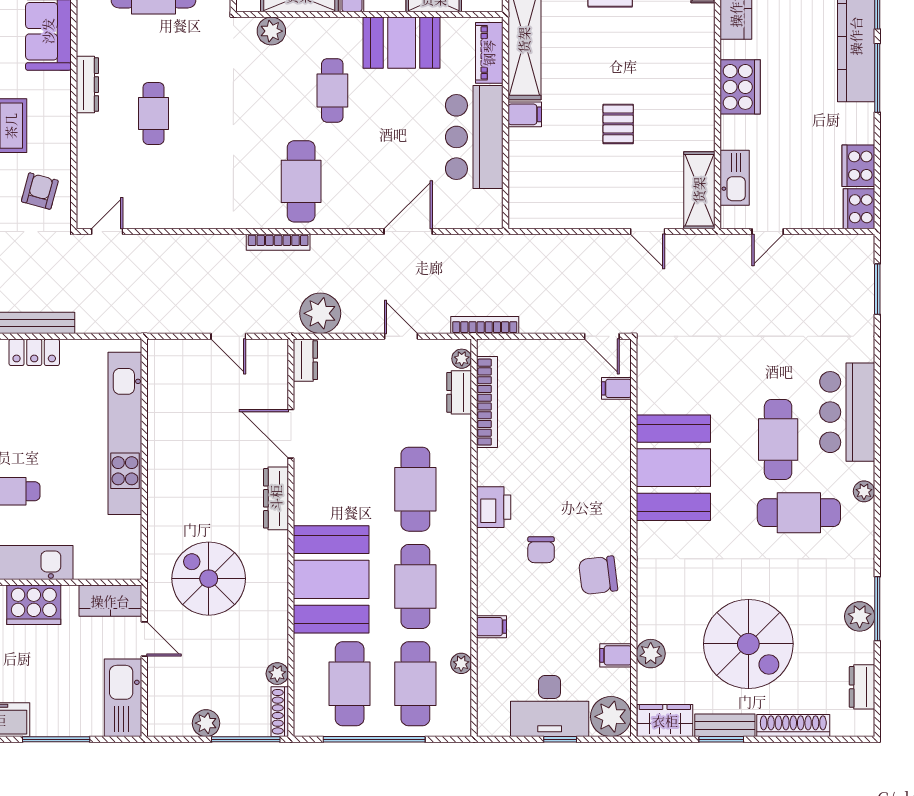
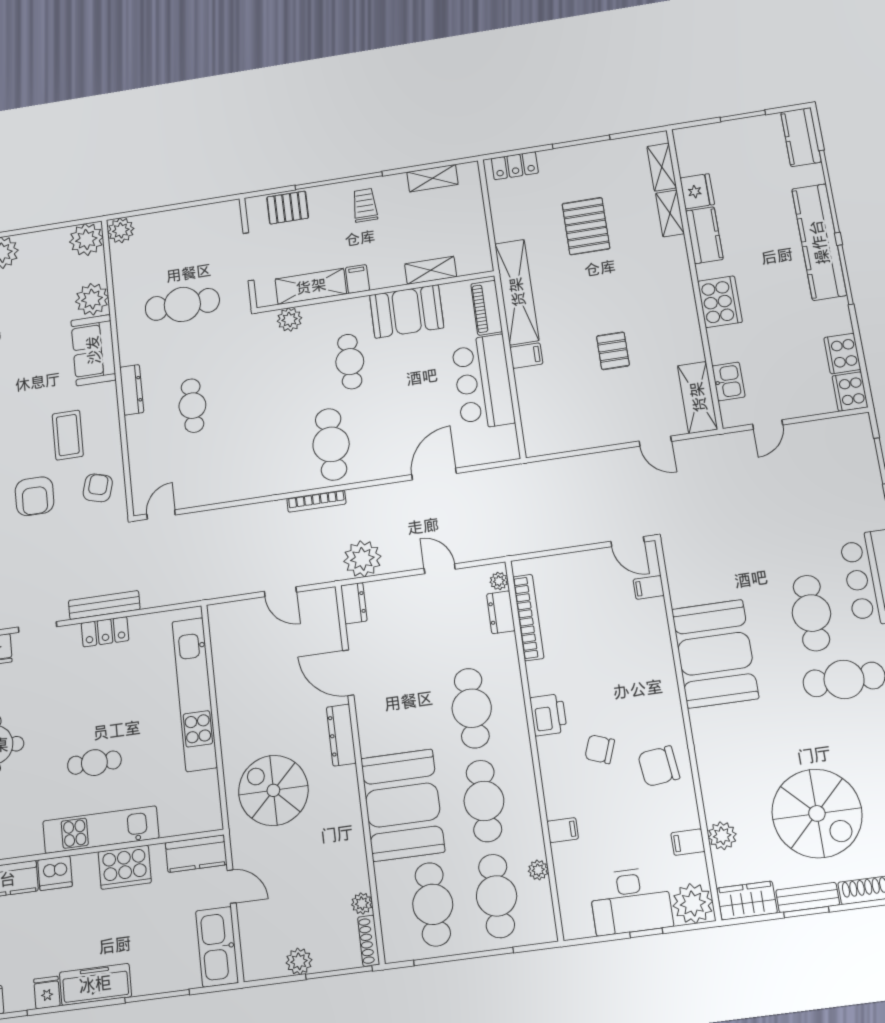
kitchen sink: (735, 178) -> (728, 381), width x0.73
bookcase: (485, 325) -> (516, 547), removed
chair: (541, 550) -> (600, 749), turned 110
spiral stairs: (209, 579) -> (273, 790), moved

